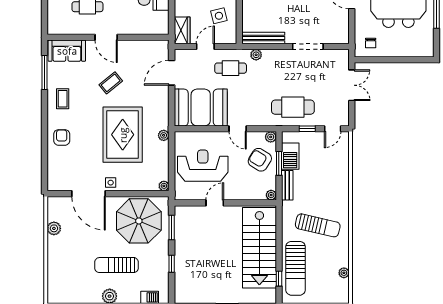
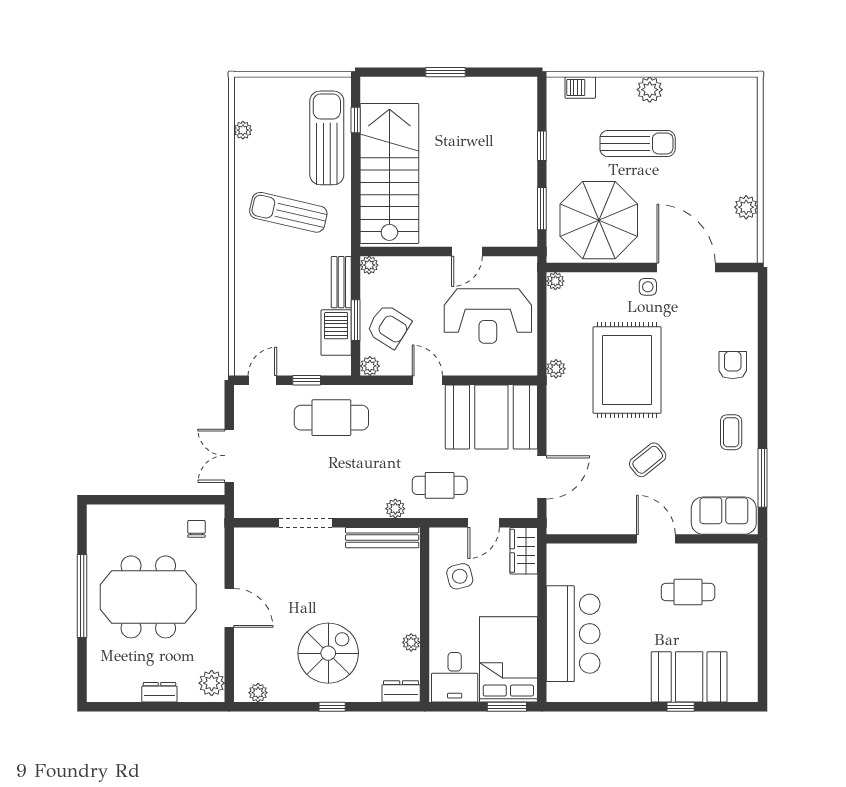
armchair: (62, 137) -> (733, 365), turned 180

